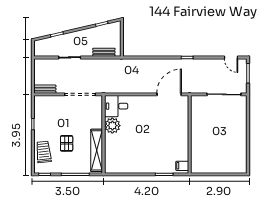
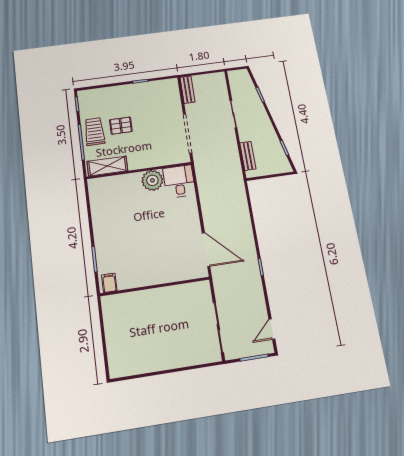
shelving: (97, 150) -> (107, 166), width x0.68
trolley: (44, 152) -> (94, 132), moved, turned -84

